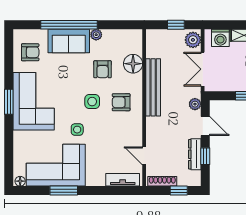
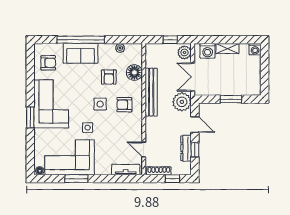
plant: (96, 35) -> (120, 48), moved
window: (9, 102) -> (30, 117), moved
plant: (195, 104) -> (182, 102), width x1.87, depth x1.87

